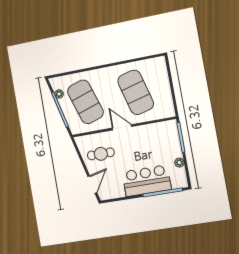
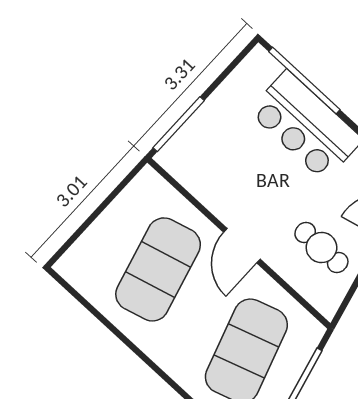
plant: (179, 163) -> (226, 92), removed

